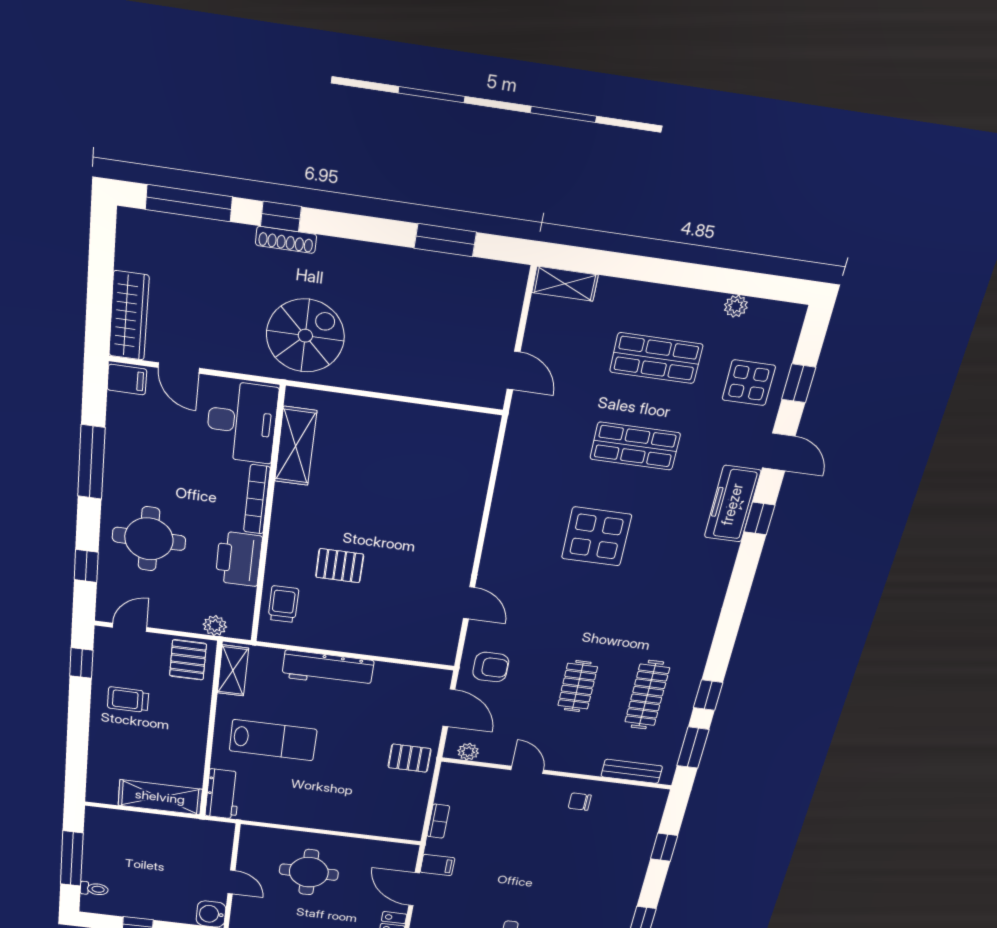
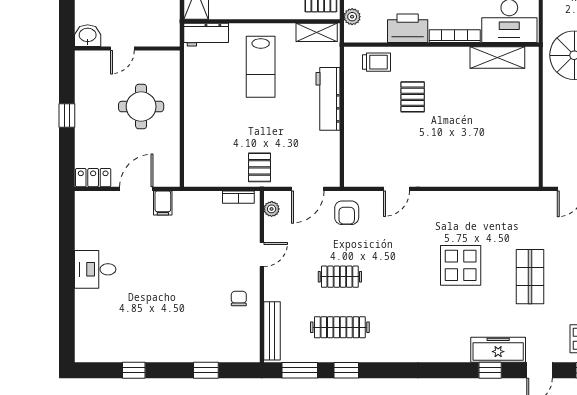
bench: (632, 771) -> (272, 331), width x1.36
bookcase: (438, 821) -> (238, 197), moved

